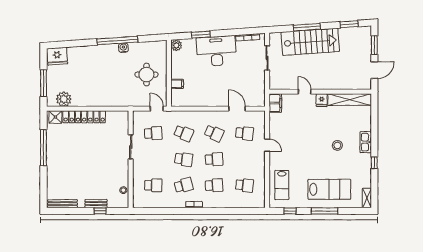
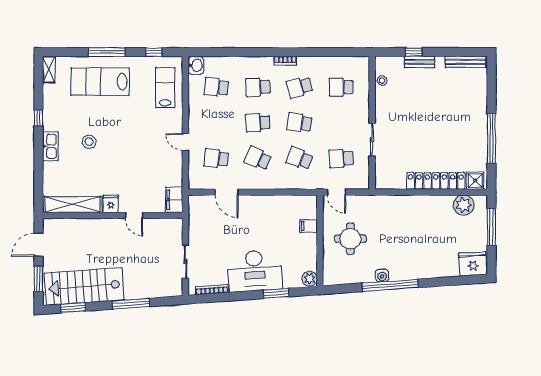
stairs: (310, 42) -> (84, 287), moved
washbasin: (259, 201) -> (196, 65), added

